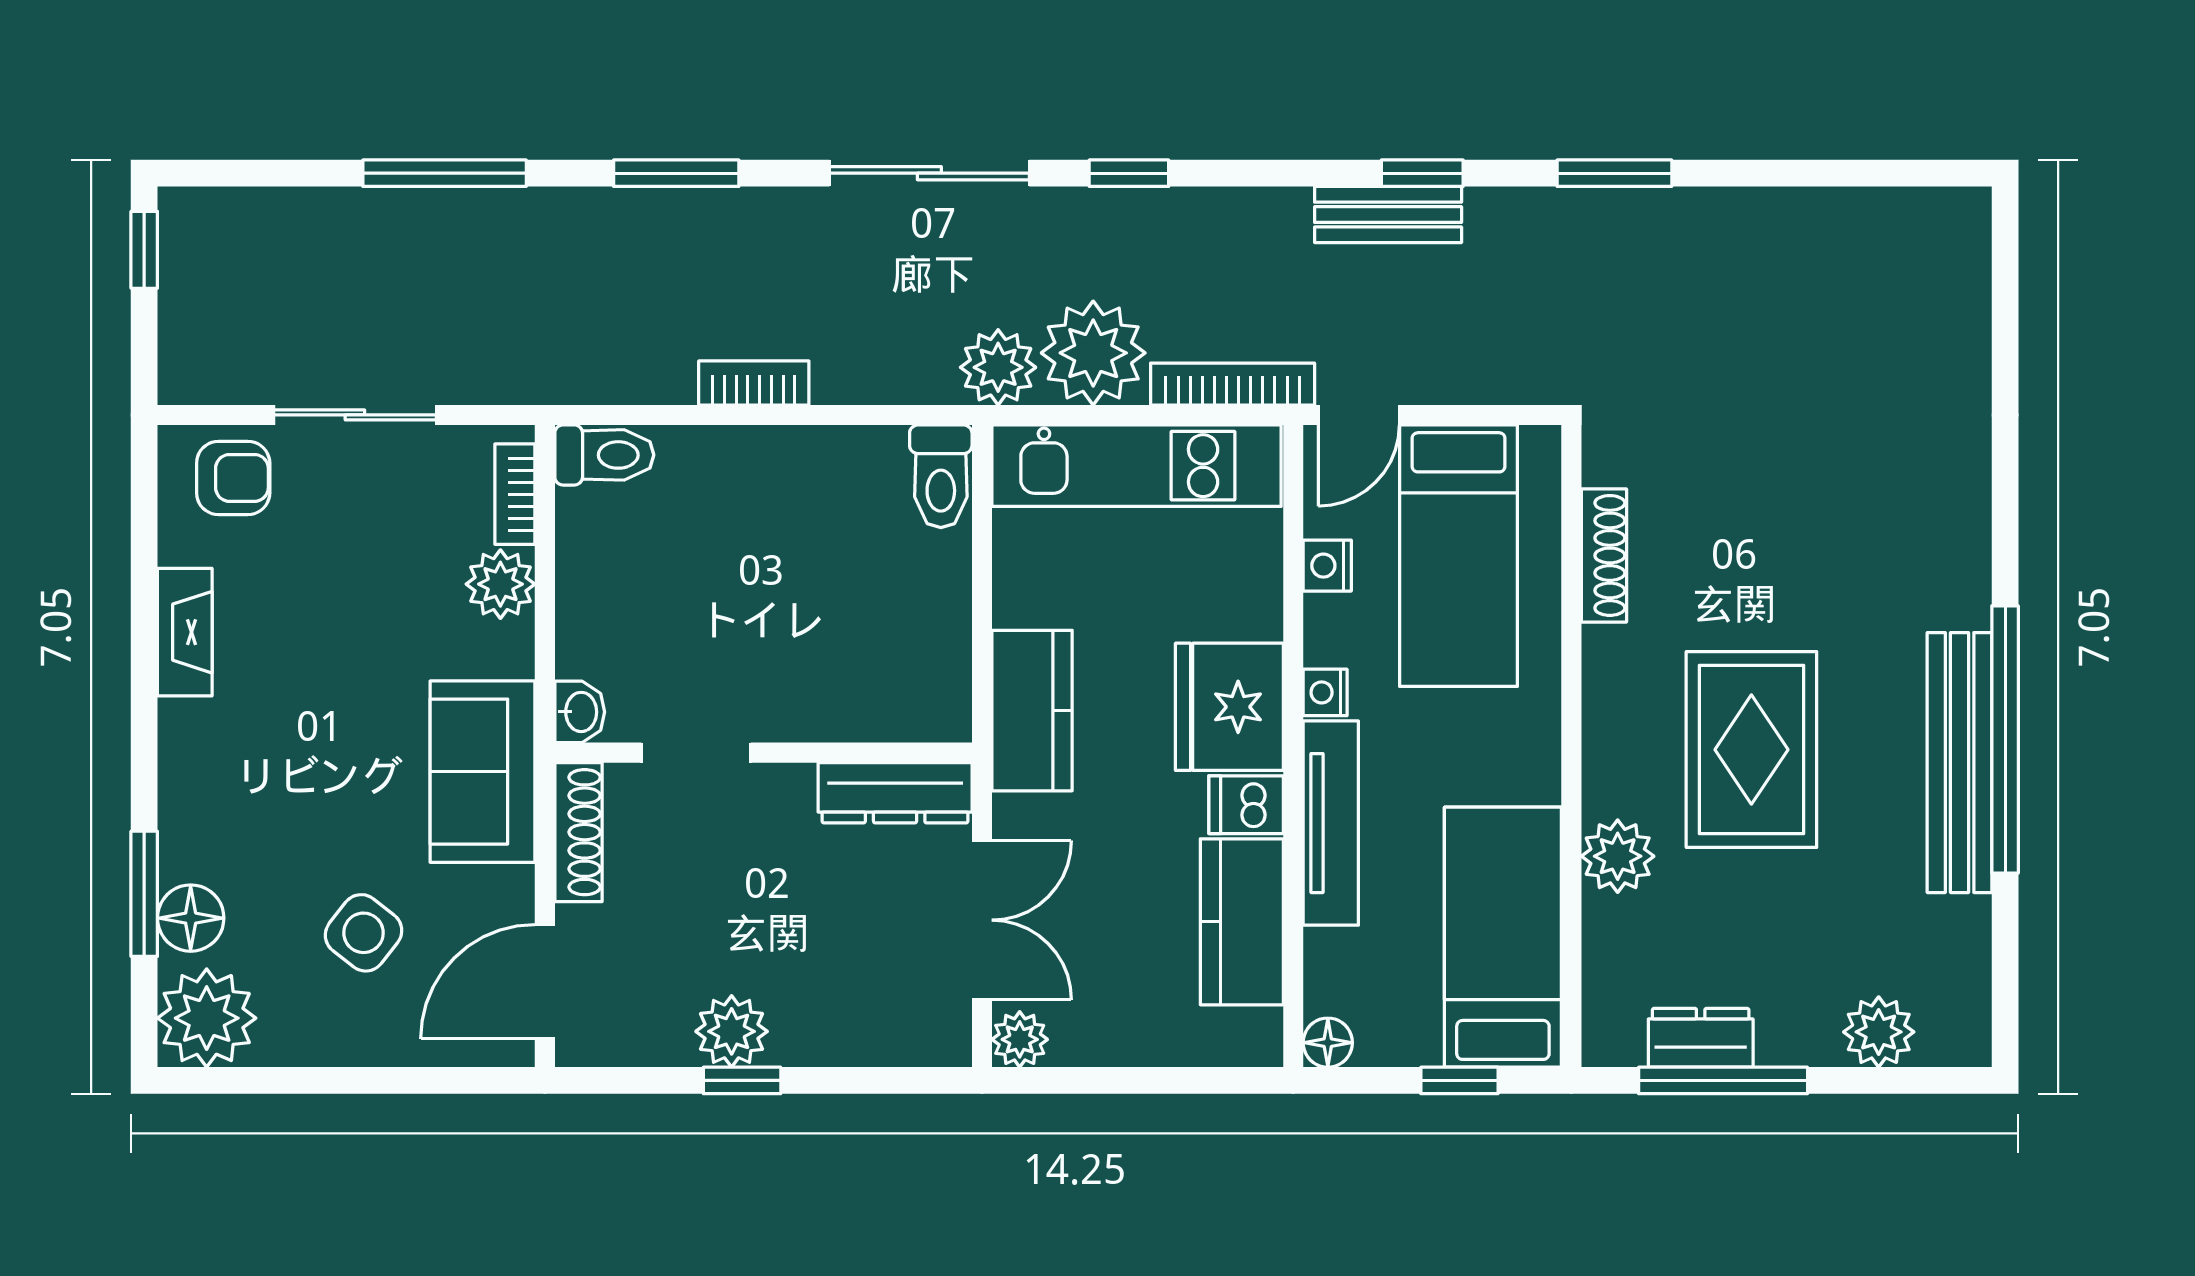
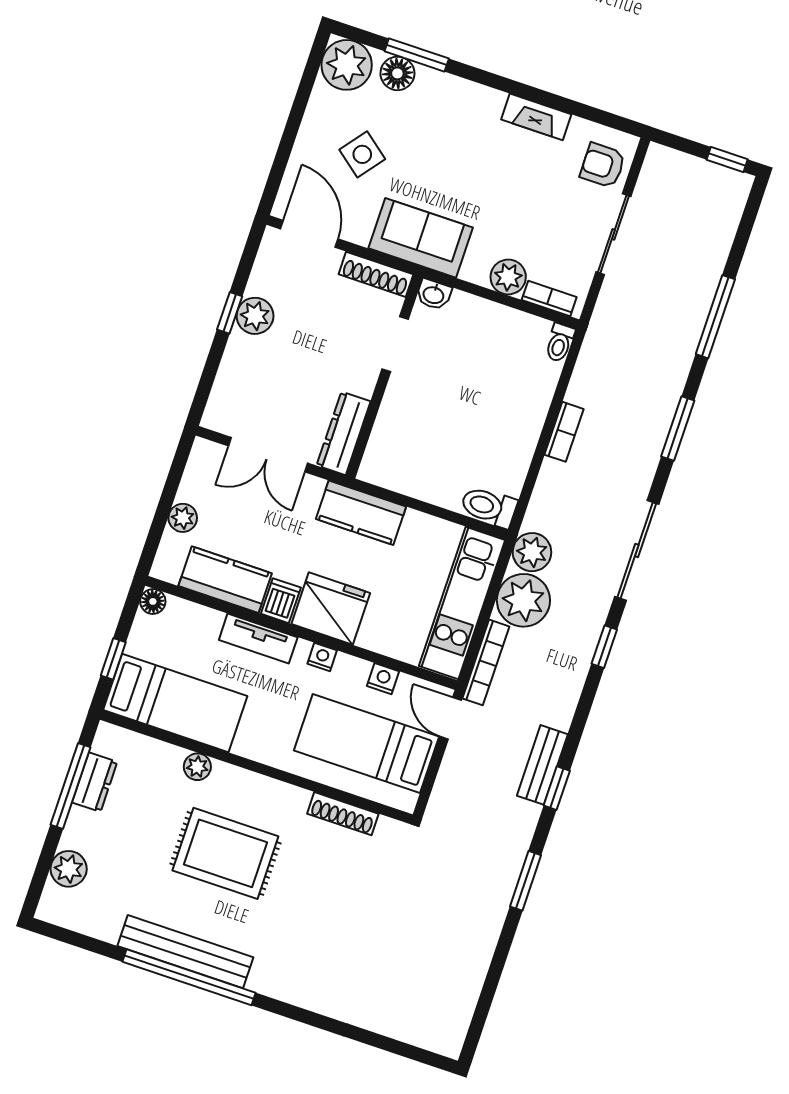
toilet: (604, 455) -> (560, 343), width x0.73, depth x0.72
armchair: (233, 478) -> (603, 165), turned 90
tv unit: (1331, 823) -> (258, 639), width x0.71
plant: (1618, 856) -> (197, 767), width x0.73, depth x0.73
plant: (1020, 1039) -> (183, 518), moved

